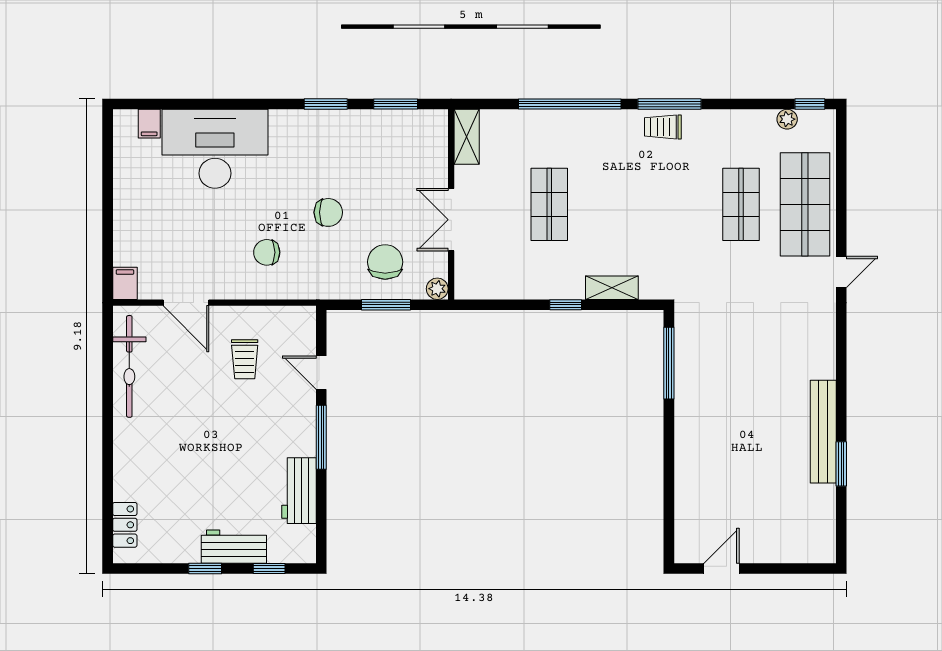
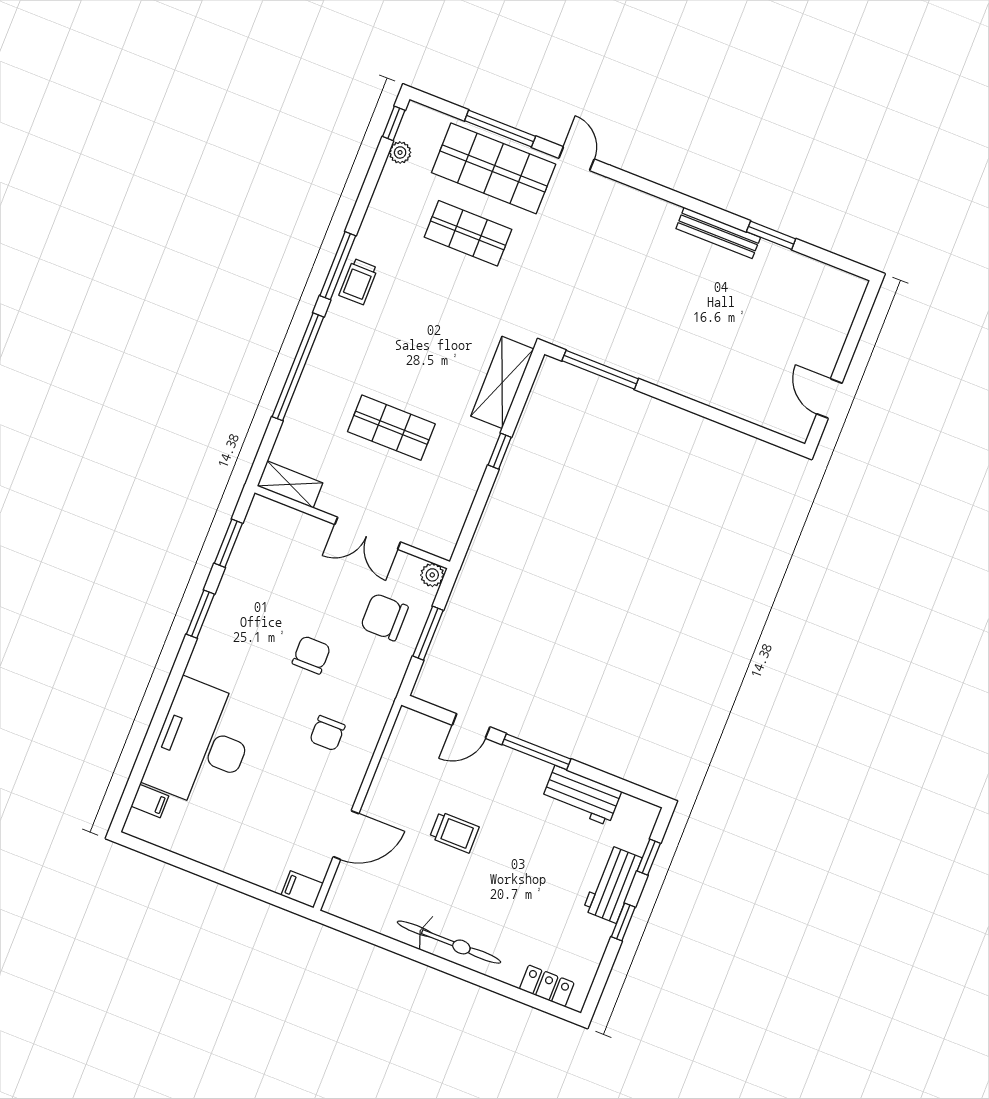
window: (841, 196) -> (500, 129), added
shelving: (612, 288) -> (502, 382), width x1.50, depth x1.33
trolley: (245, 359) -> (454, 832), moved
bicycle: (129, 366) -> (449, 942), moved
bench: (823, 432) -> (718, 233), width x0.73, depth x0.82

